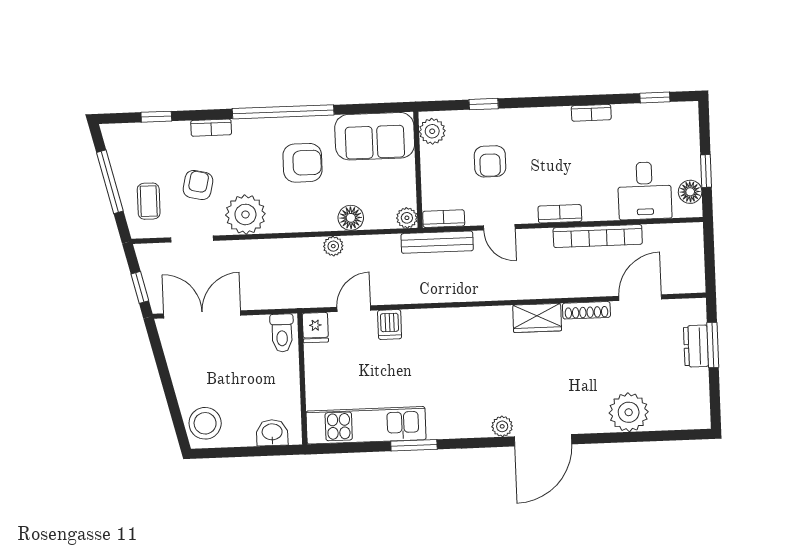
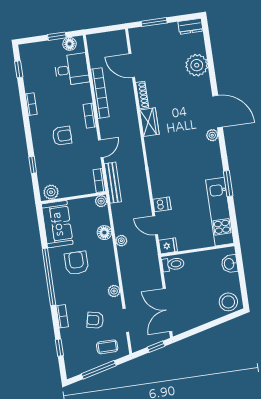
armchair: (490, 161) -> (62, 136), moved
plant: (245, 214) -> (114, 291), width x0.53, depth x0.53
dresser: (696, 346) -> (190, 26), moved

